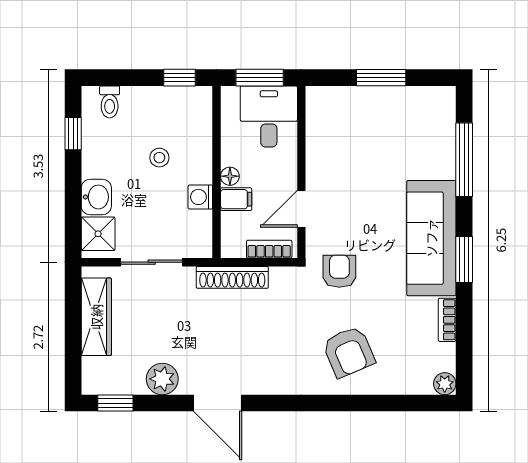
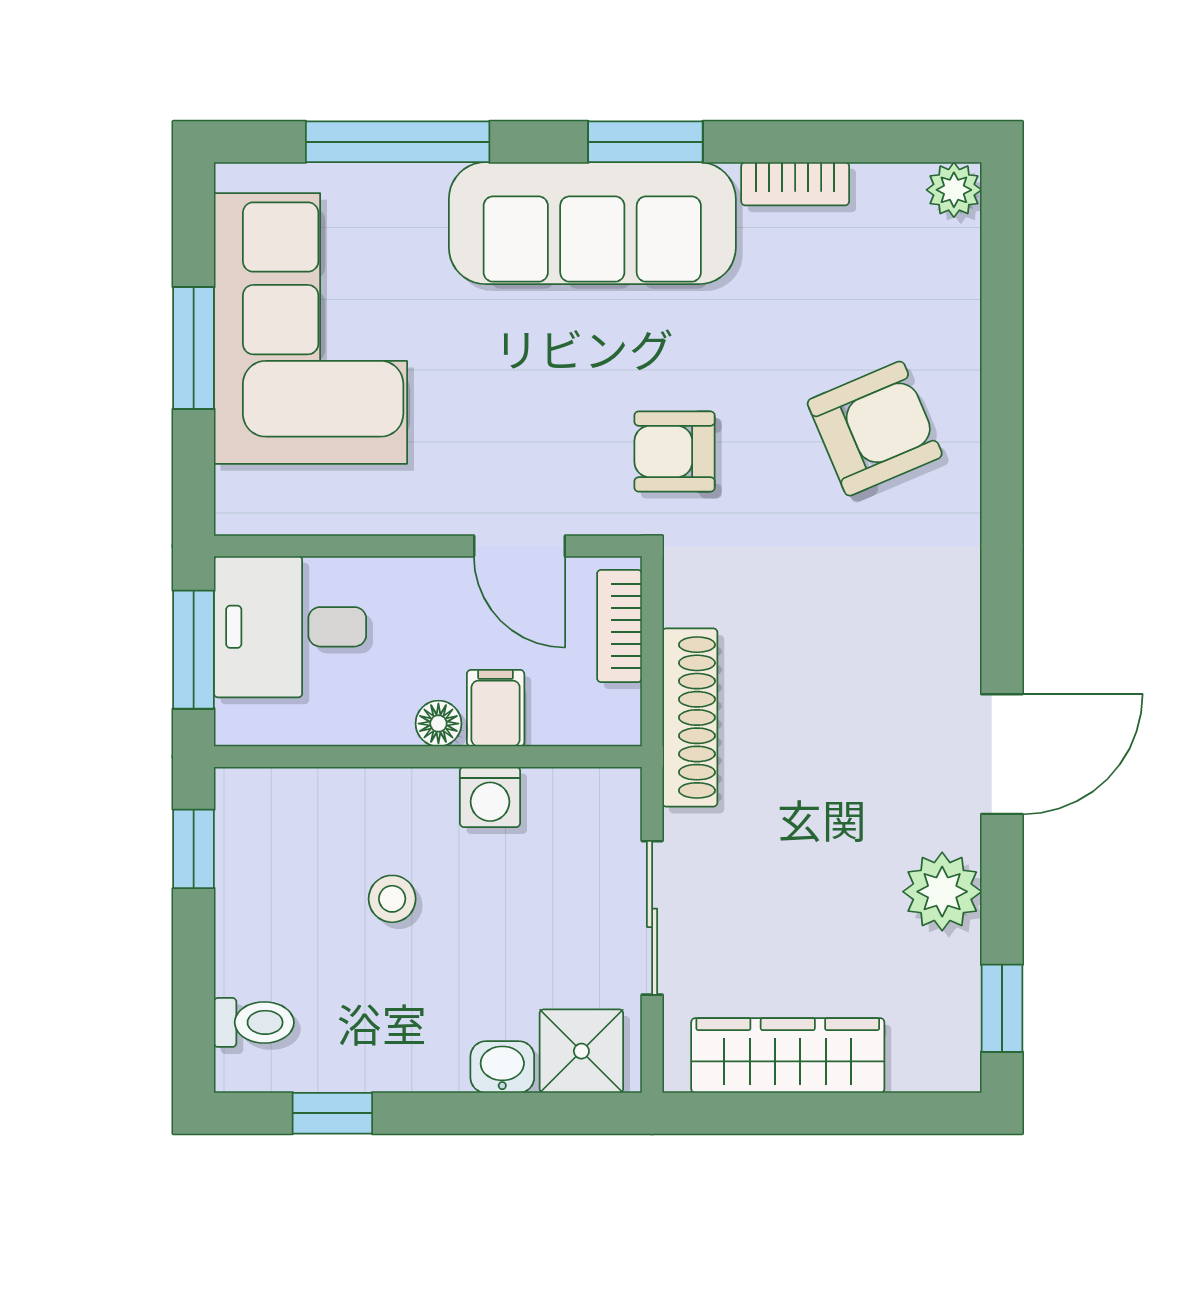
corner sofa: (389, 125) -> (311, 328), added
washbasin: (96, 197) -> (502, 1067), width x0.72, depth x0.69

